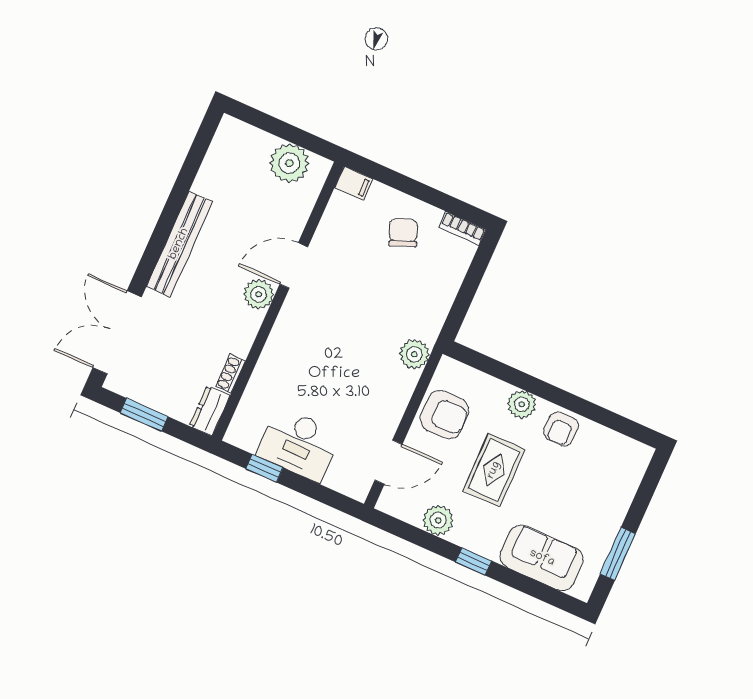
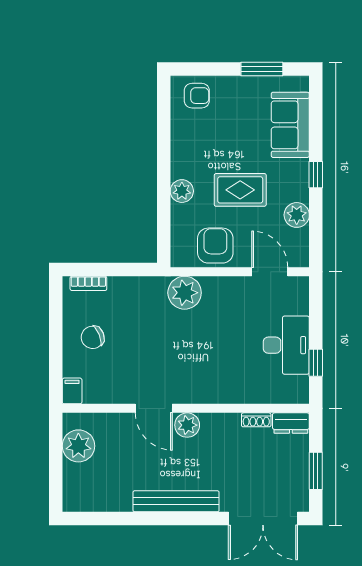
bookcase: (462, 228) -> (88, 283), moved, turned 90
plant: (414, 354) -> (185, 293), width x1.36, depth x1.36
armchair: (561, 429) -> (197, 96), moved

